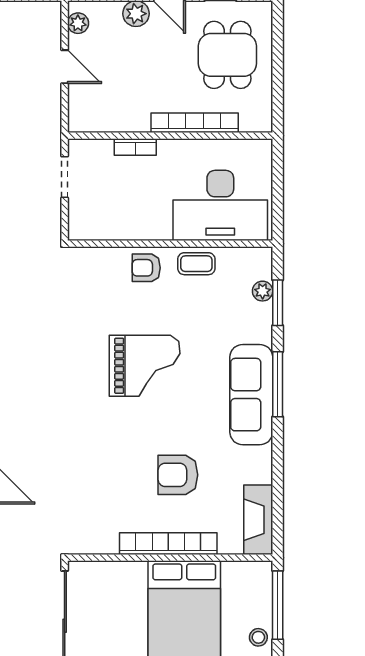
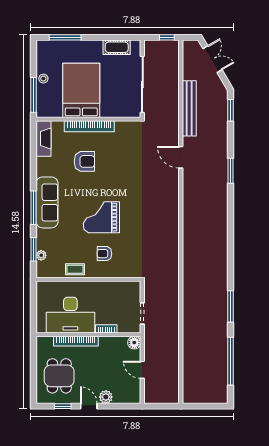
plant: (78, 23) -> (135, 392), removed
floor lamp: (80, 120) -> (134, 343), added
desk: (220, 205) -> (70, 315), moved, turned 180
armchair: (146, 268) -> (104, 254), moved, turned 180

